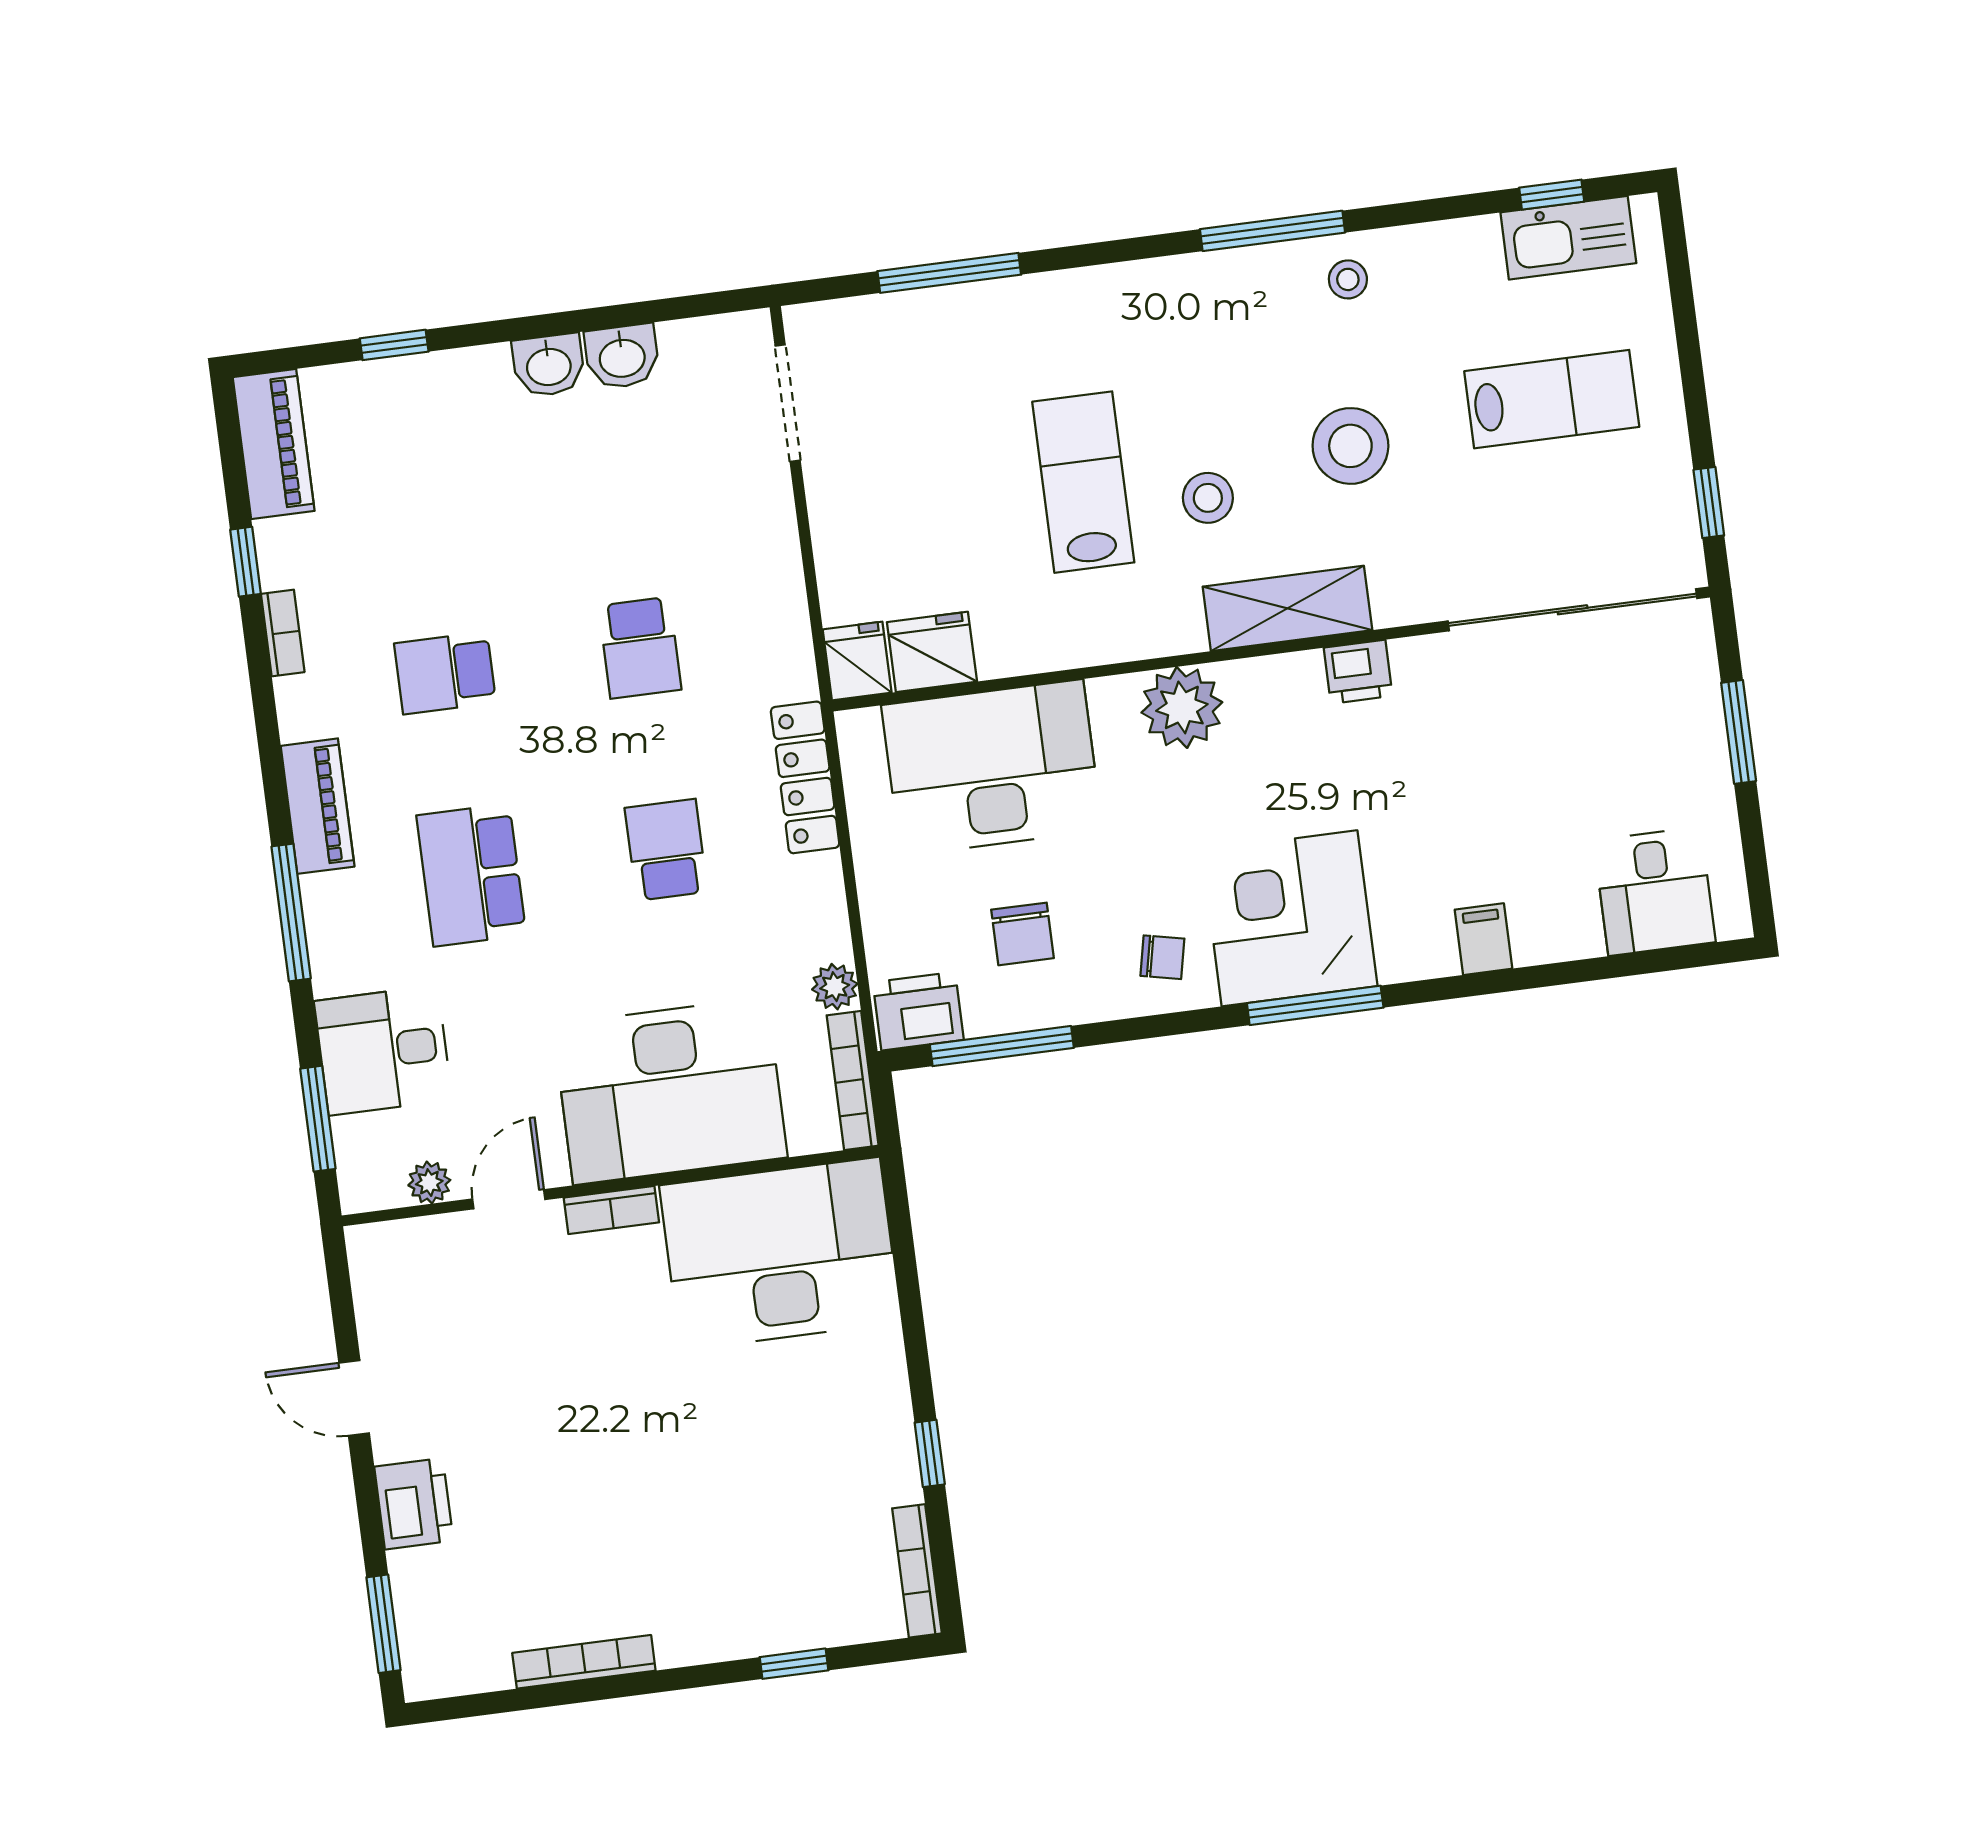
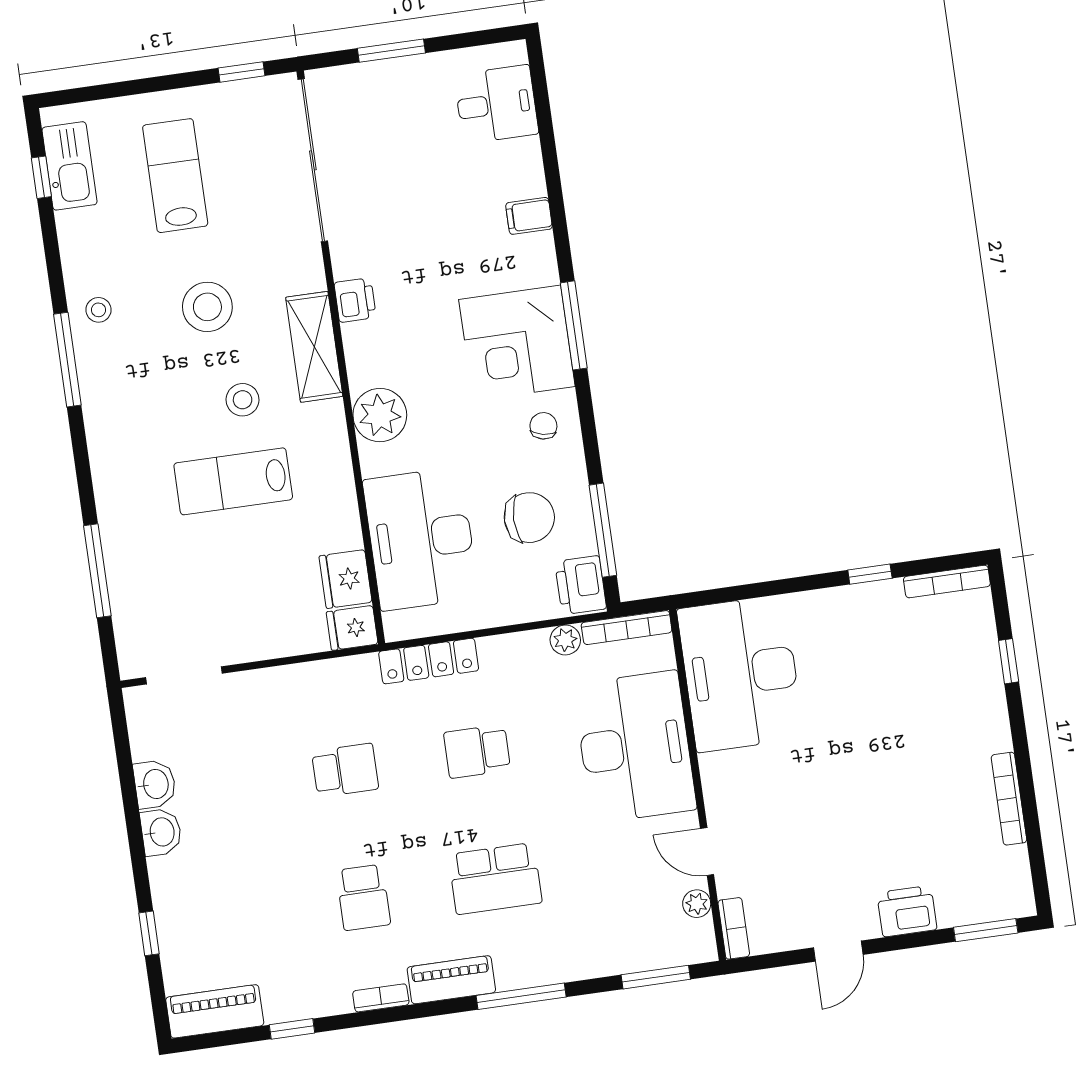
bookcase: (283, 633) -> (381, 998), moved
chair: (1022, 934) -> (529, 518), width x1.37, depth x1.37
desk: (383, 1050) -> (611, 935), removed
bookcase: (611, 1210) -> (734, 928), moved

